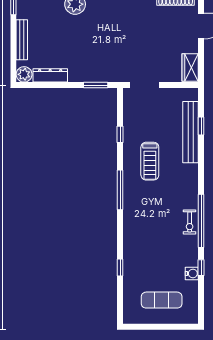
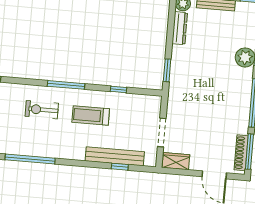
doorway: (144, 85) -> (162, 133), moved
exercise bike: (190, 222) -> (42, 110), moved, width x1.38, depth x1.39

